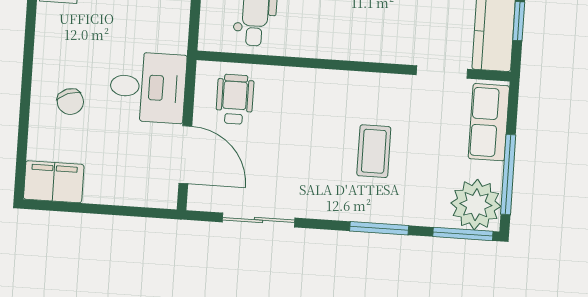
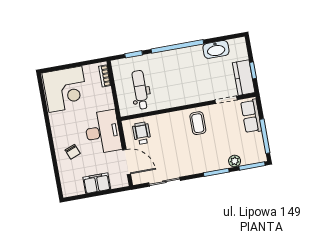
desk: (148, 87) -> (103, 132), width x1.37
coffee table: (374, 151) -> (198, 123), moved
filing cabinet: (54, 182) -> (97, 183), moved
plant: (476, 205) -> (235, 161), moved, width x0.53, depth x0.53

